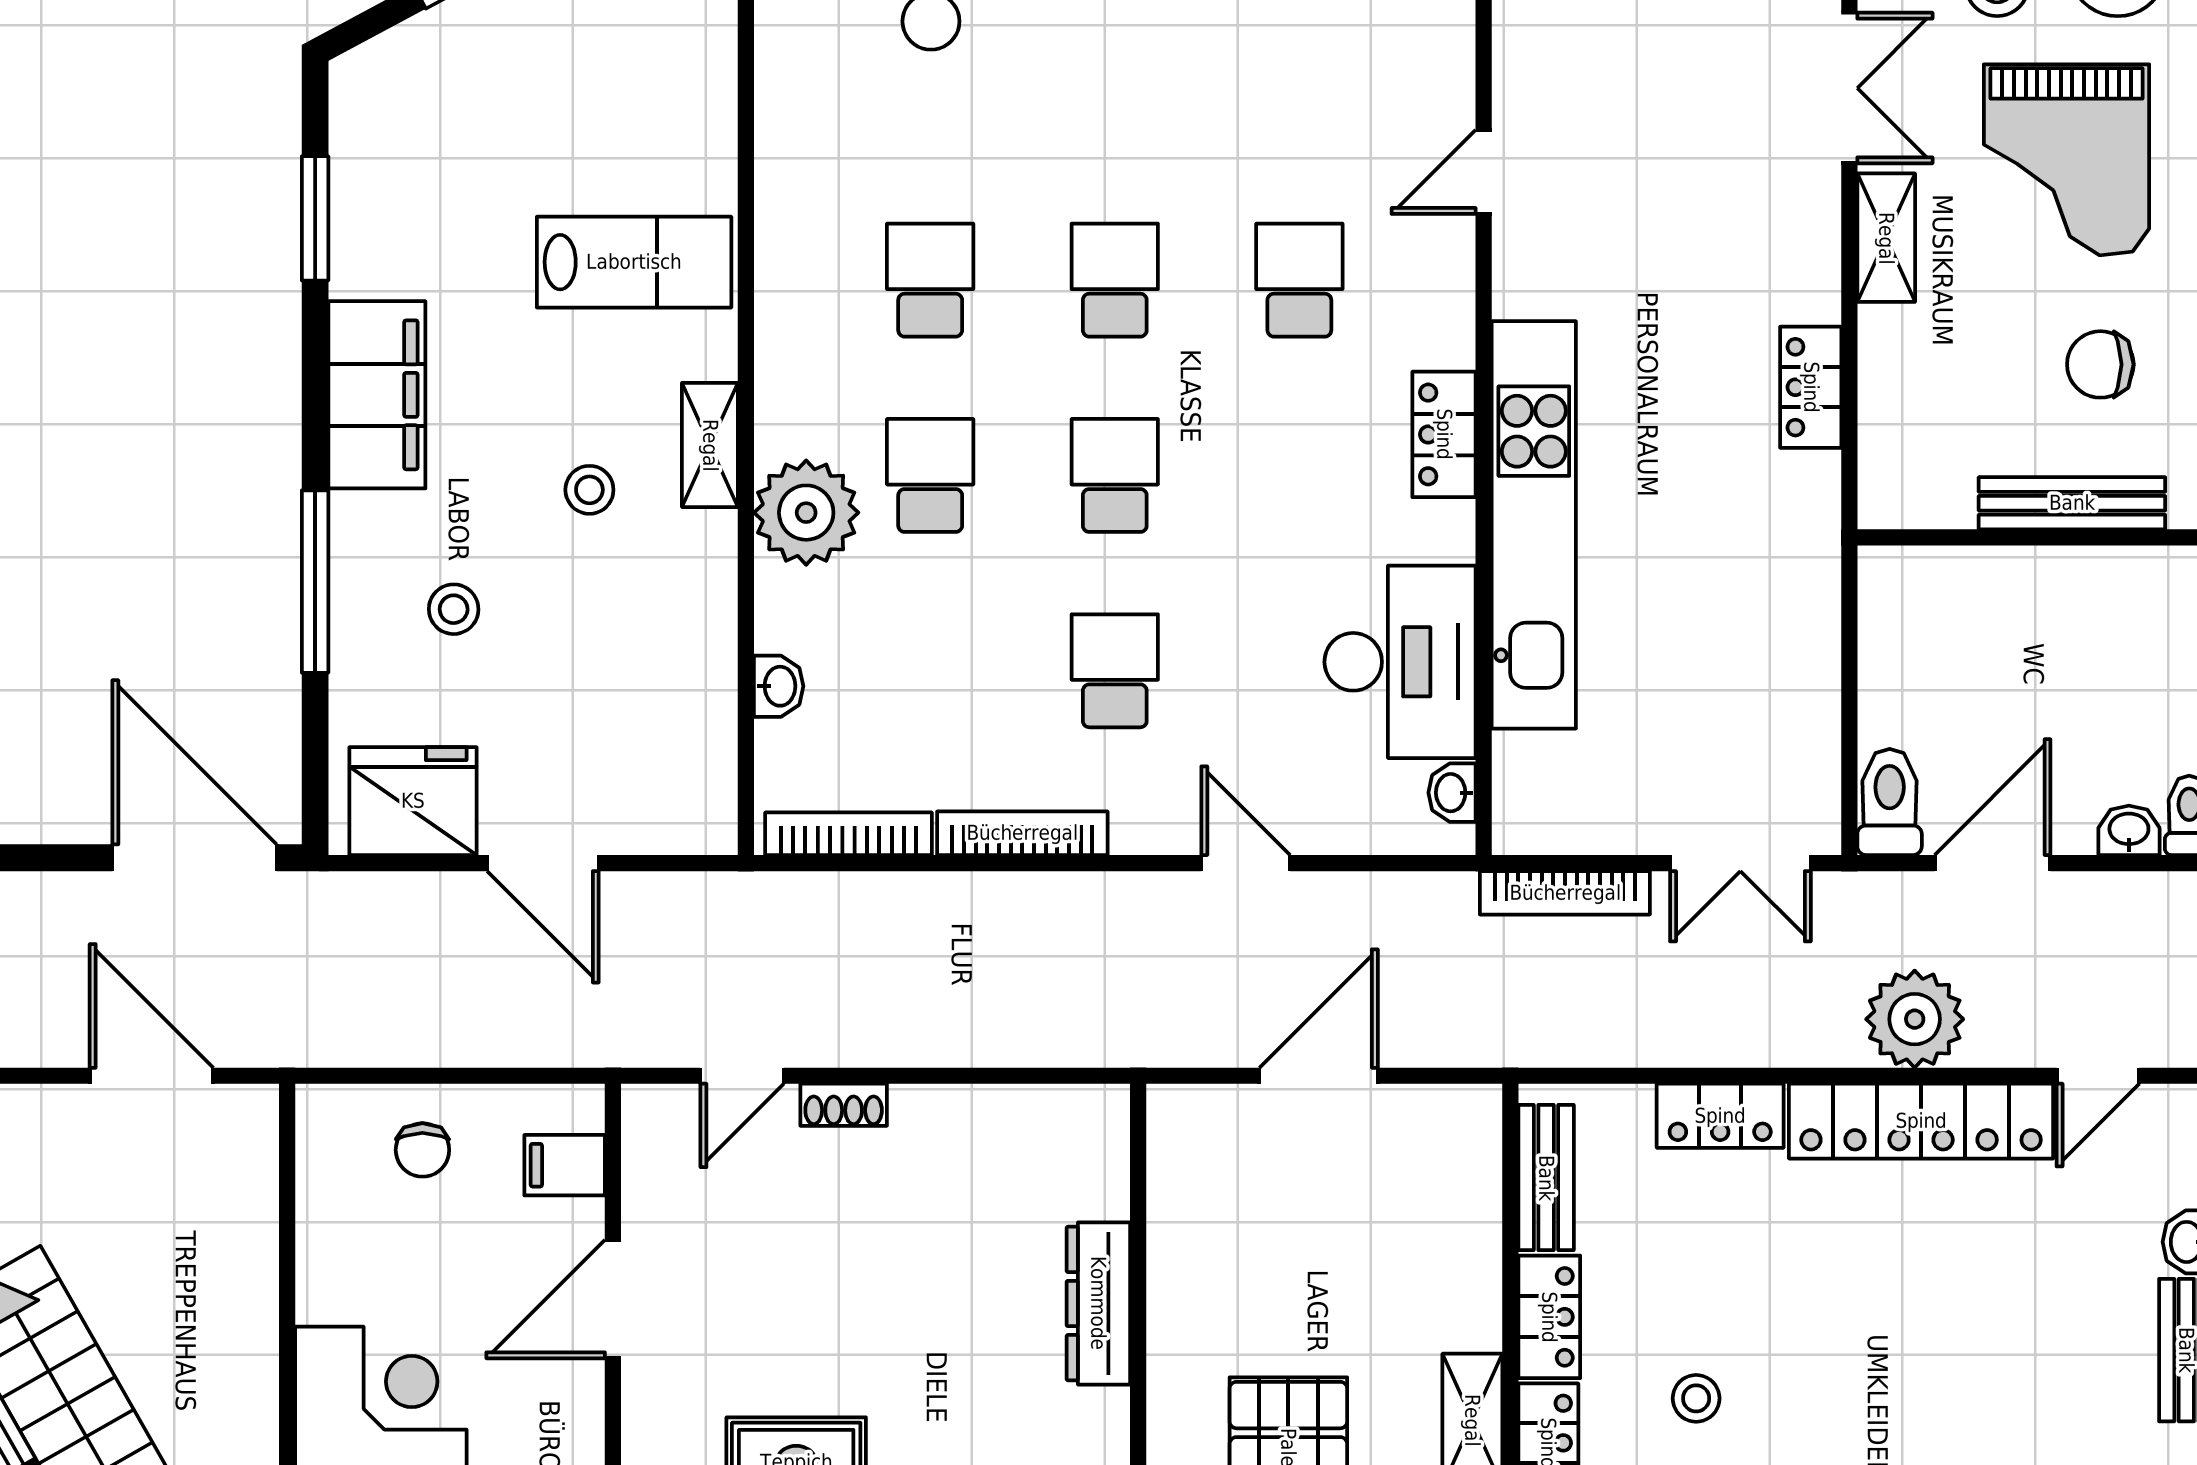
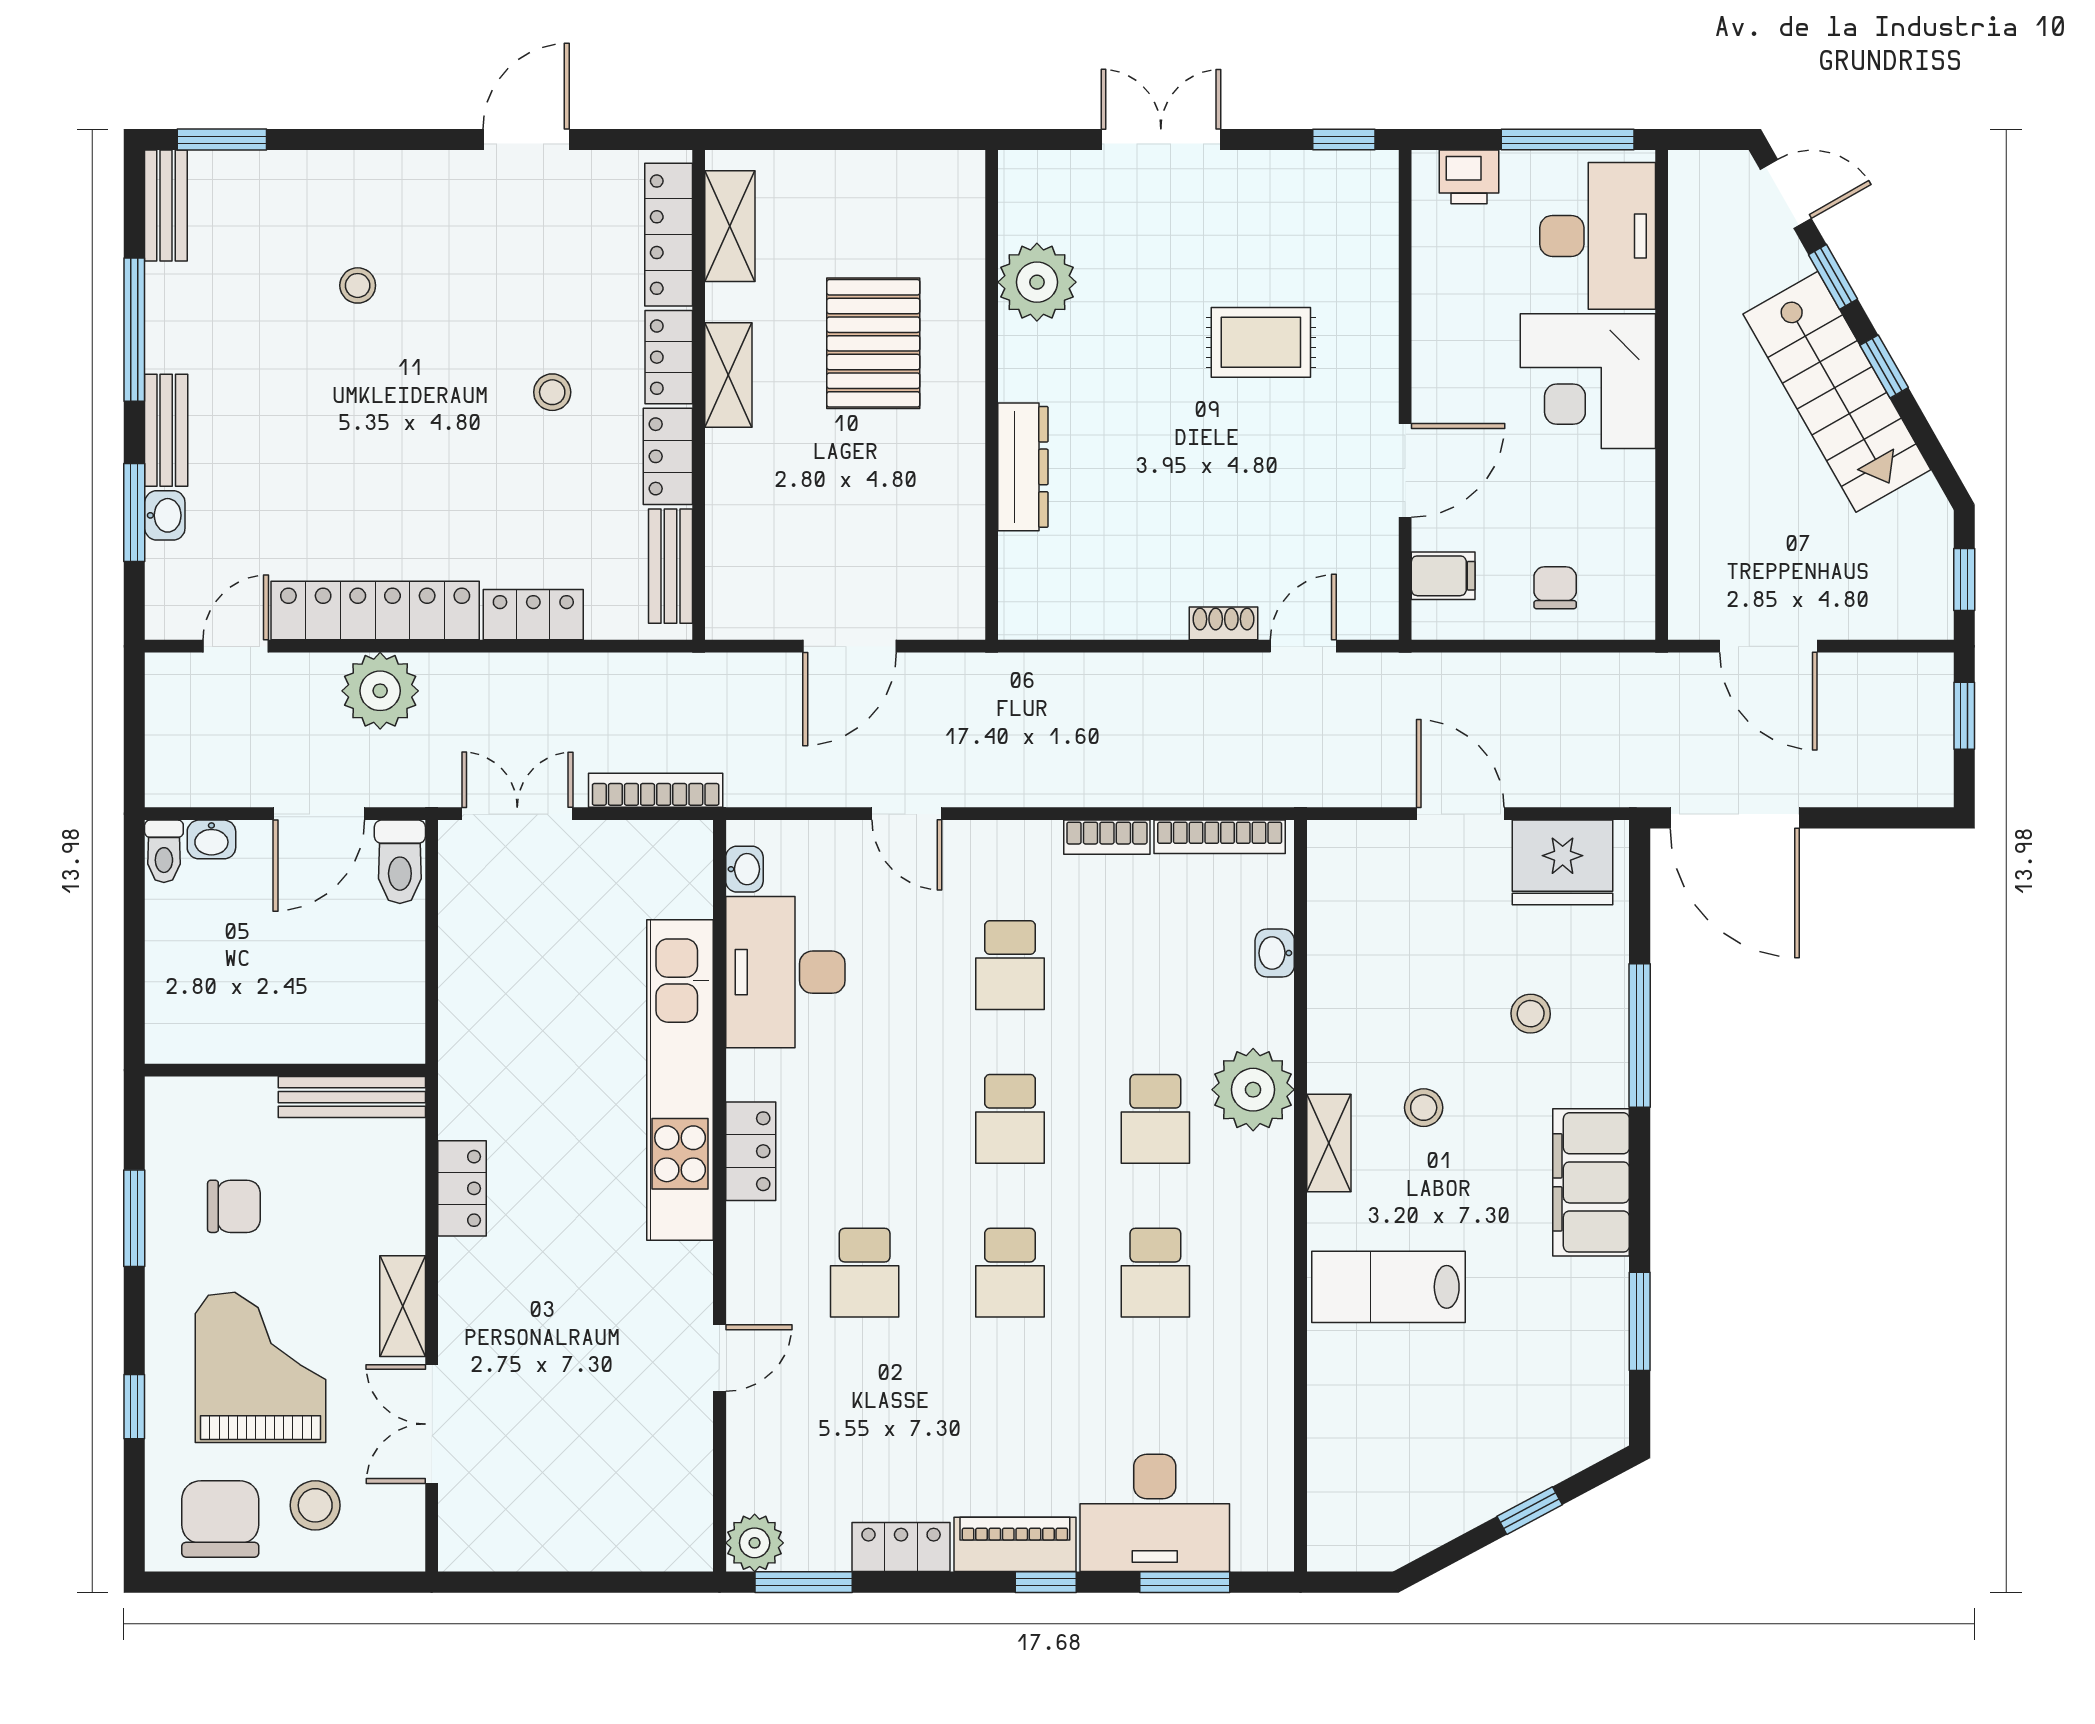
bench: (2072, 503) -> (352, 1097), moved
bookcase: (1022, 833) -> (1107, 837), width x0.64

